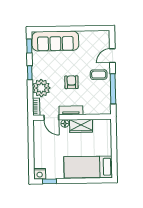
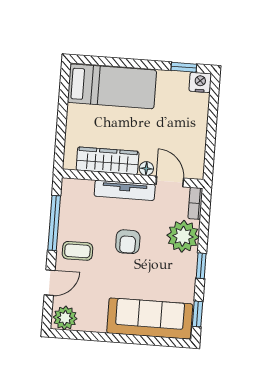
plant: (102, 37) -> (65, 318), added
tv unit: (71, 110) -> (125, 190), width x1.41
wardrobe: (81, 126) -> (108, 161), width x1.50

